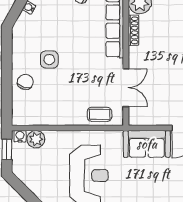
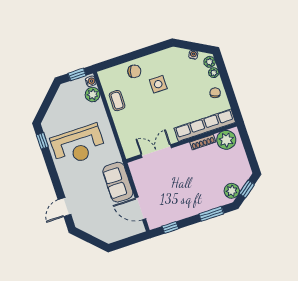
double door: (126, 88) -> (156, 151), swing flipped
coffee table: (100, 114) -> (117, 101), moved

